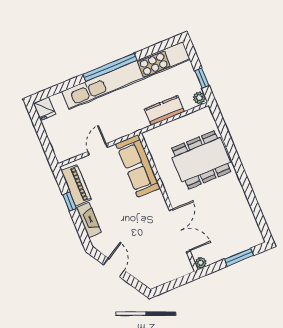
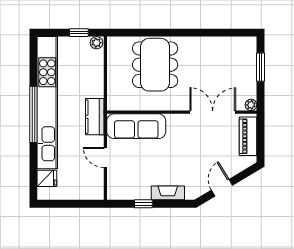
fridge: (45, 109) -> (47, 178), moved
kitchen counter: (164, 110) -> (95, 117), moved
piano: (76, 185) -> (248, 136), moved, turned -90
door: (114, 267) -> (222, 188), hinge flipped

